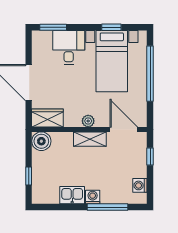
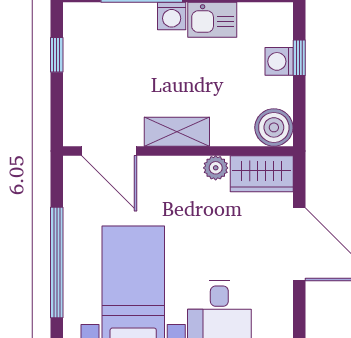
plant: (88, 121) -> (216, 168), moved
window: (150, 156) -> (57, 55), moved
washing machine: (140, 185) -> (279, 61), moved, turned 180

